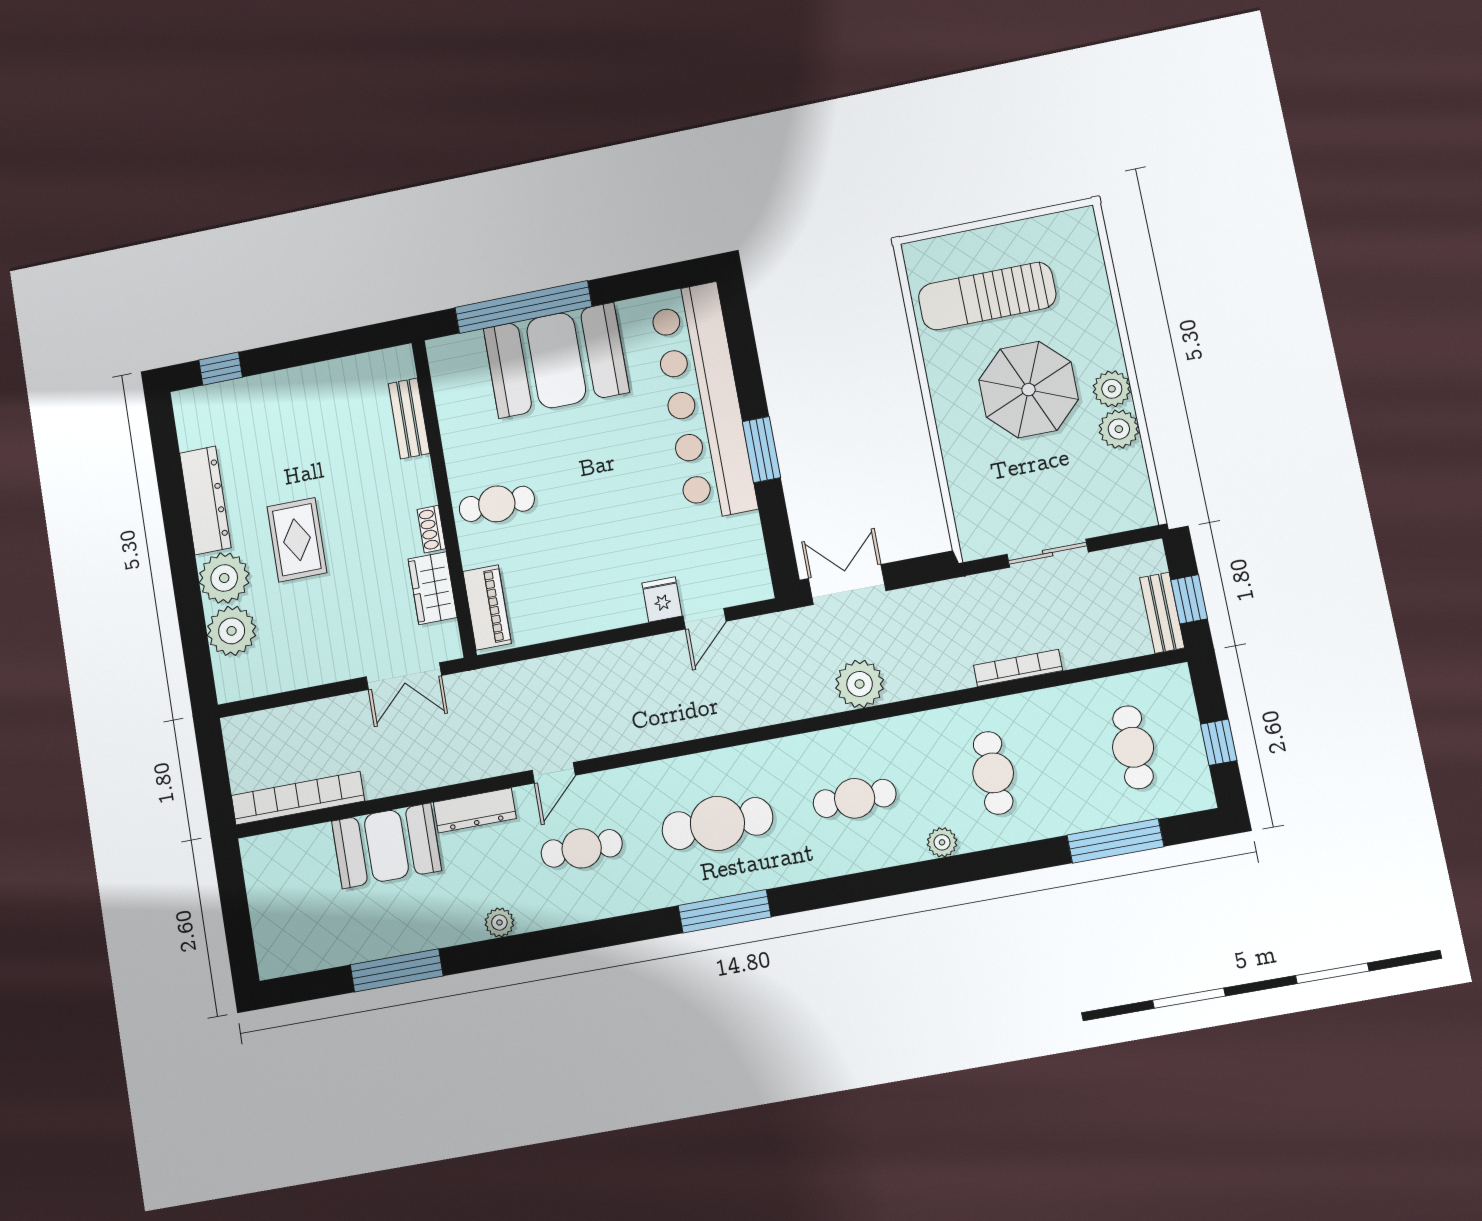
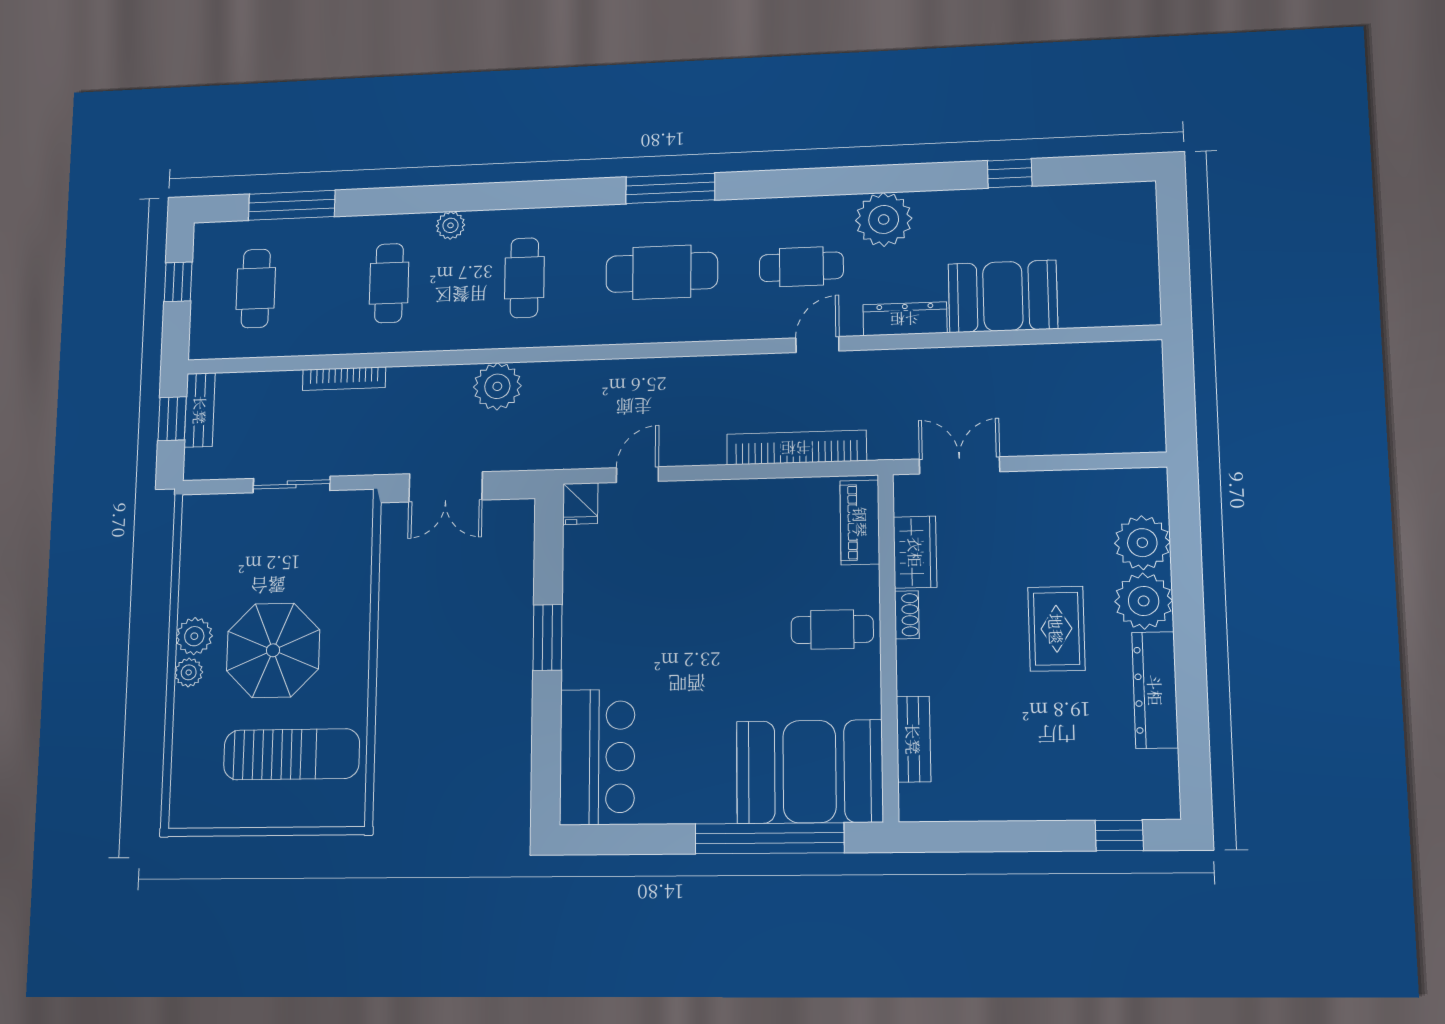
booth: (556, 360) -> (810, 772), moved
bar counter: (703, 401) -> (597, 757), width x0.54
plant: (1119, 429) -> (189, 672), moved, width x0.73, depth x0.73
double door: (847, 585) -> (446, 487), moved
fridge: (662, 599) -> (580, 504), moved
bookcase: (298, 798) -> (796, 448), moved, turned 180
cafe table: (855, 798) -> (524, 278), turned 90
plant: (499, 922) -> (884, 219), width x1.88, depth x1.88
window: (397, 970) -> (1010, 173), width x0.46

